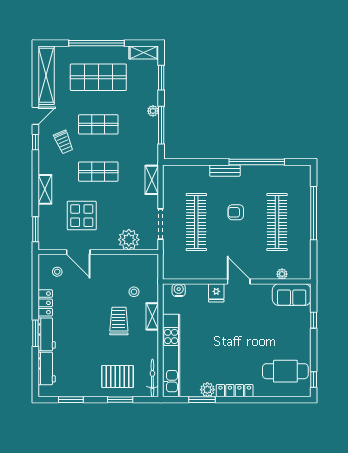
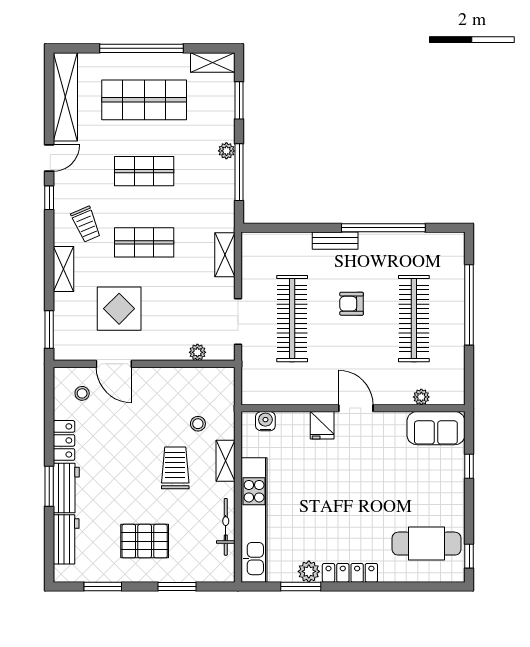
trolley: (64, 142) -> (86, 224), moved
plant: (129, 240) -> (197, 352), width x0.53, depth x0.53
pallet: (118, 376) -> (145, 541), moved
bicycle: (152, 378) -> (226, 527), moved

